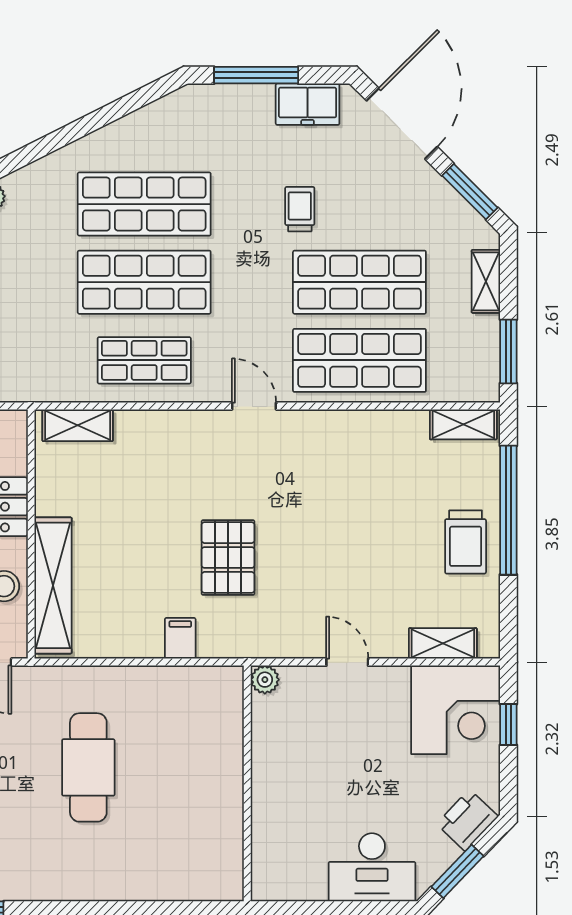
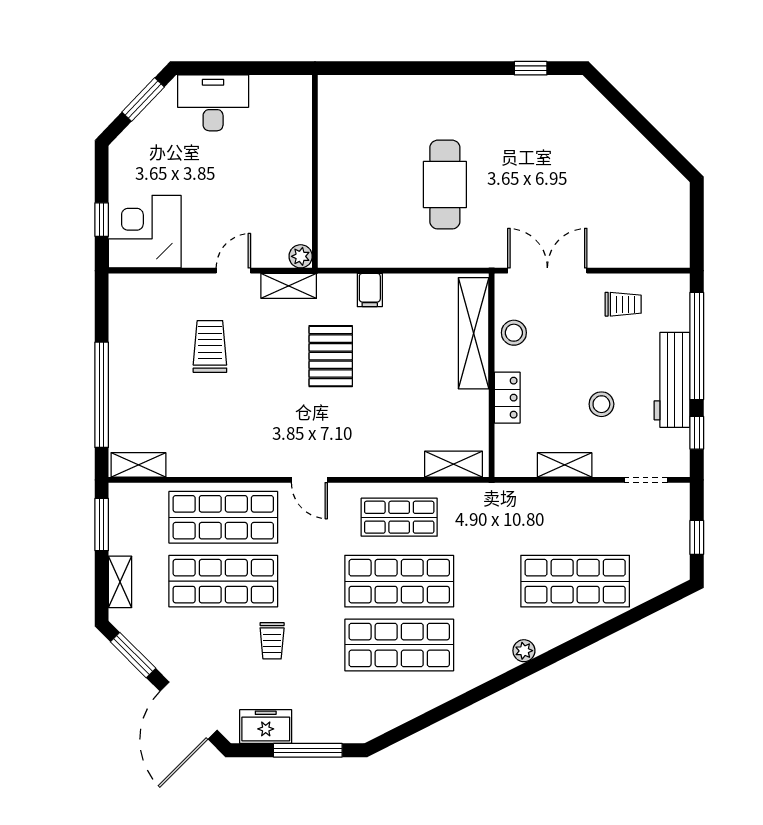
trolley: (466, 542) -> (210, 346), moved
shelving: (443, 643) -> (289, 286), moved
door: (347, 662) -> (233, 271), swing flipped
printer: (467, 820) -> (135, 141), removed

